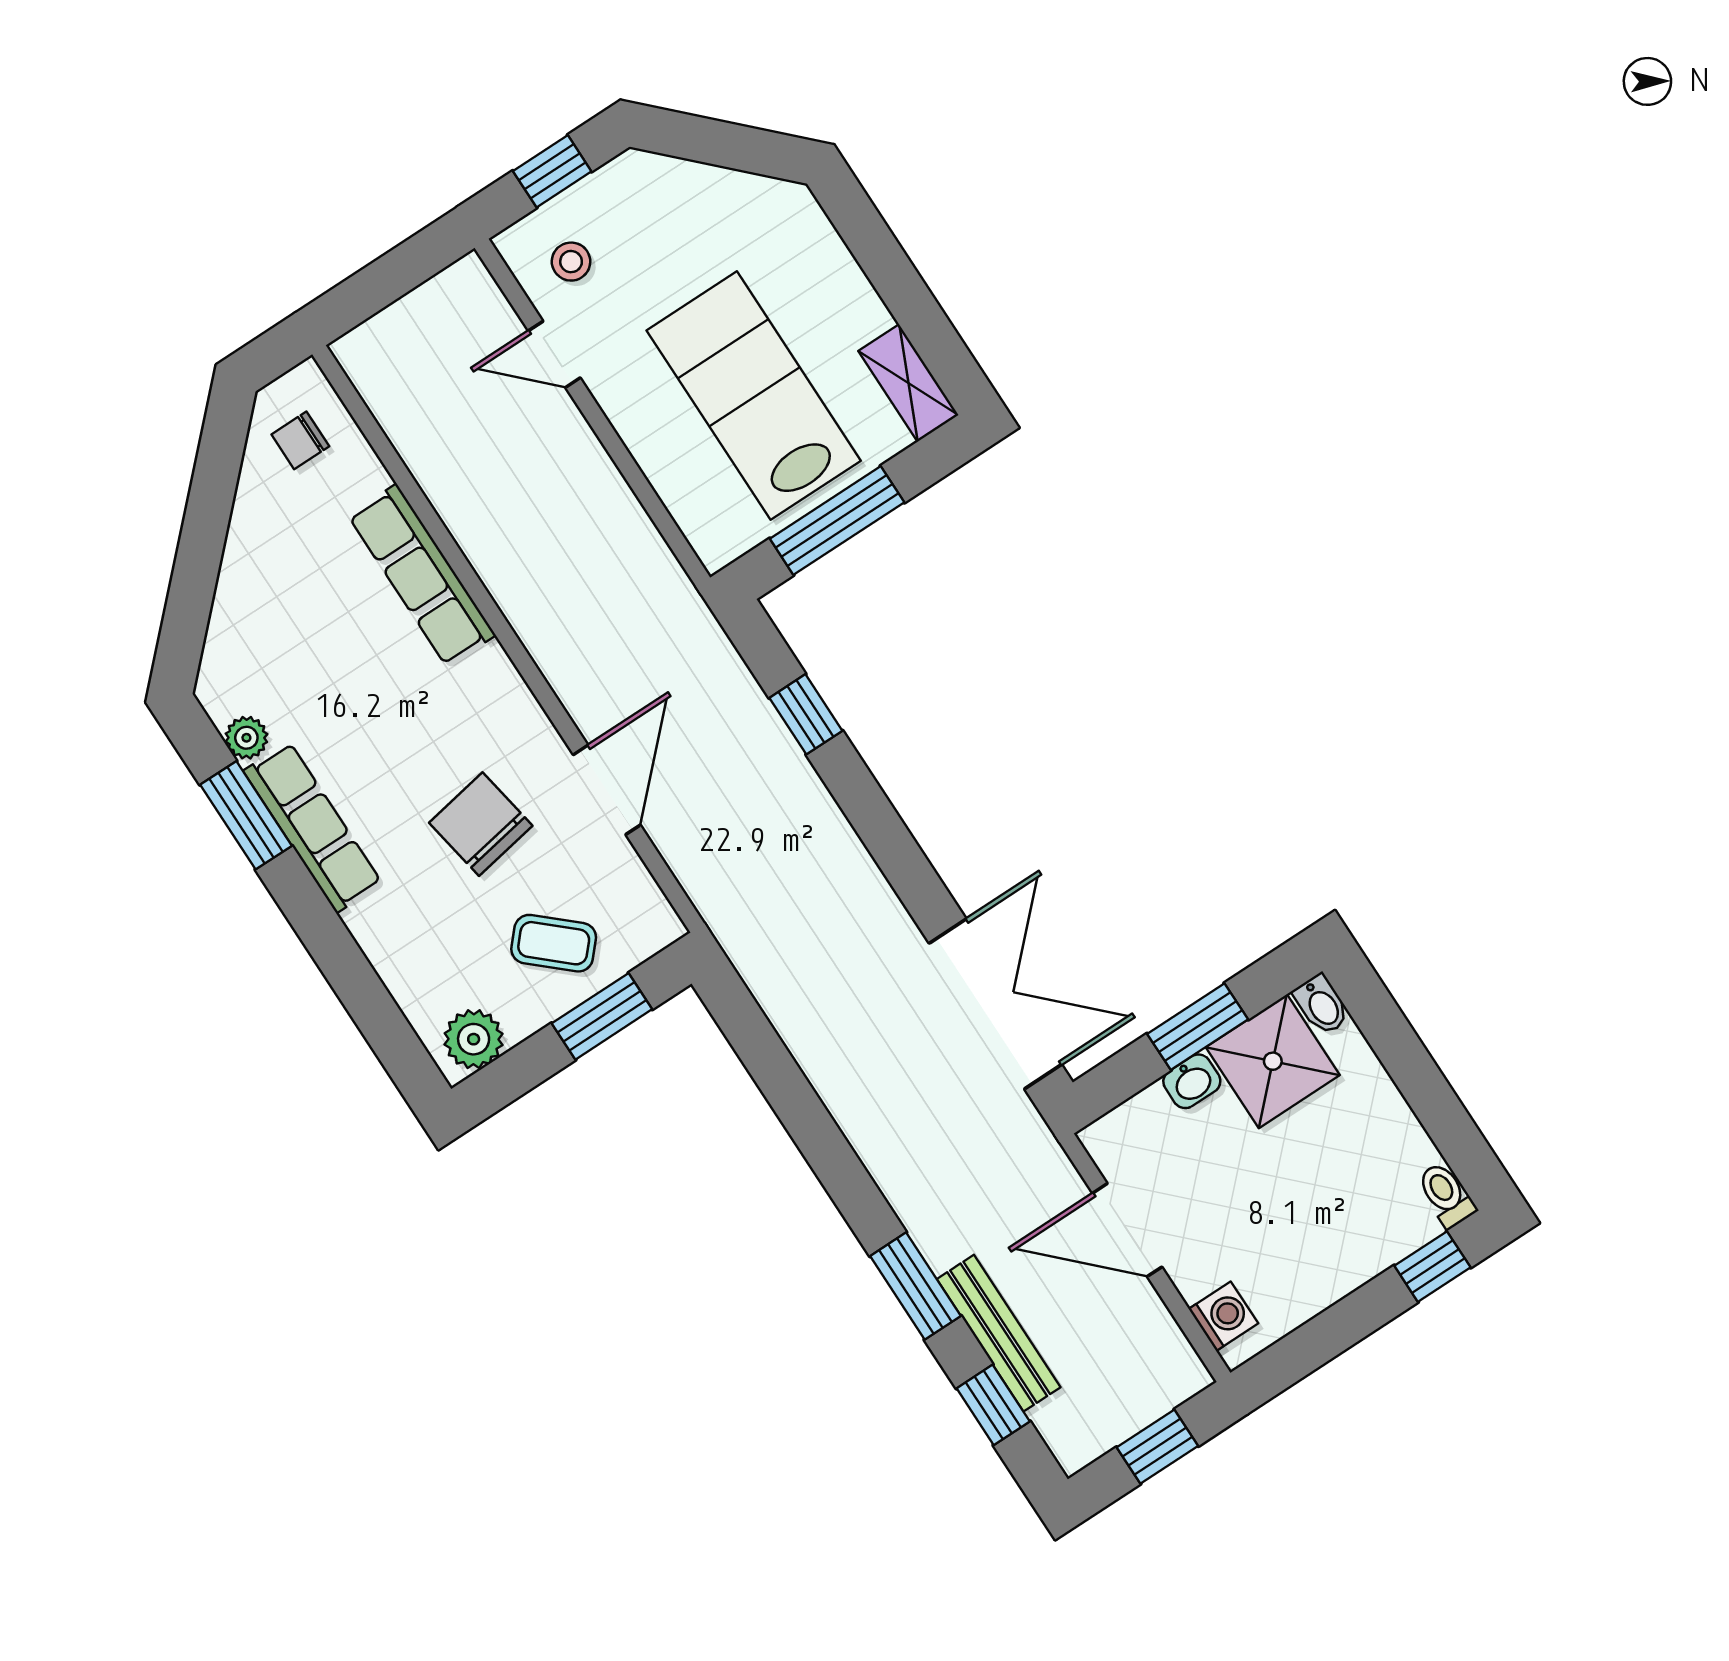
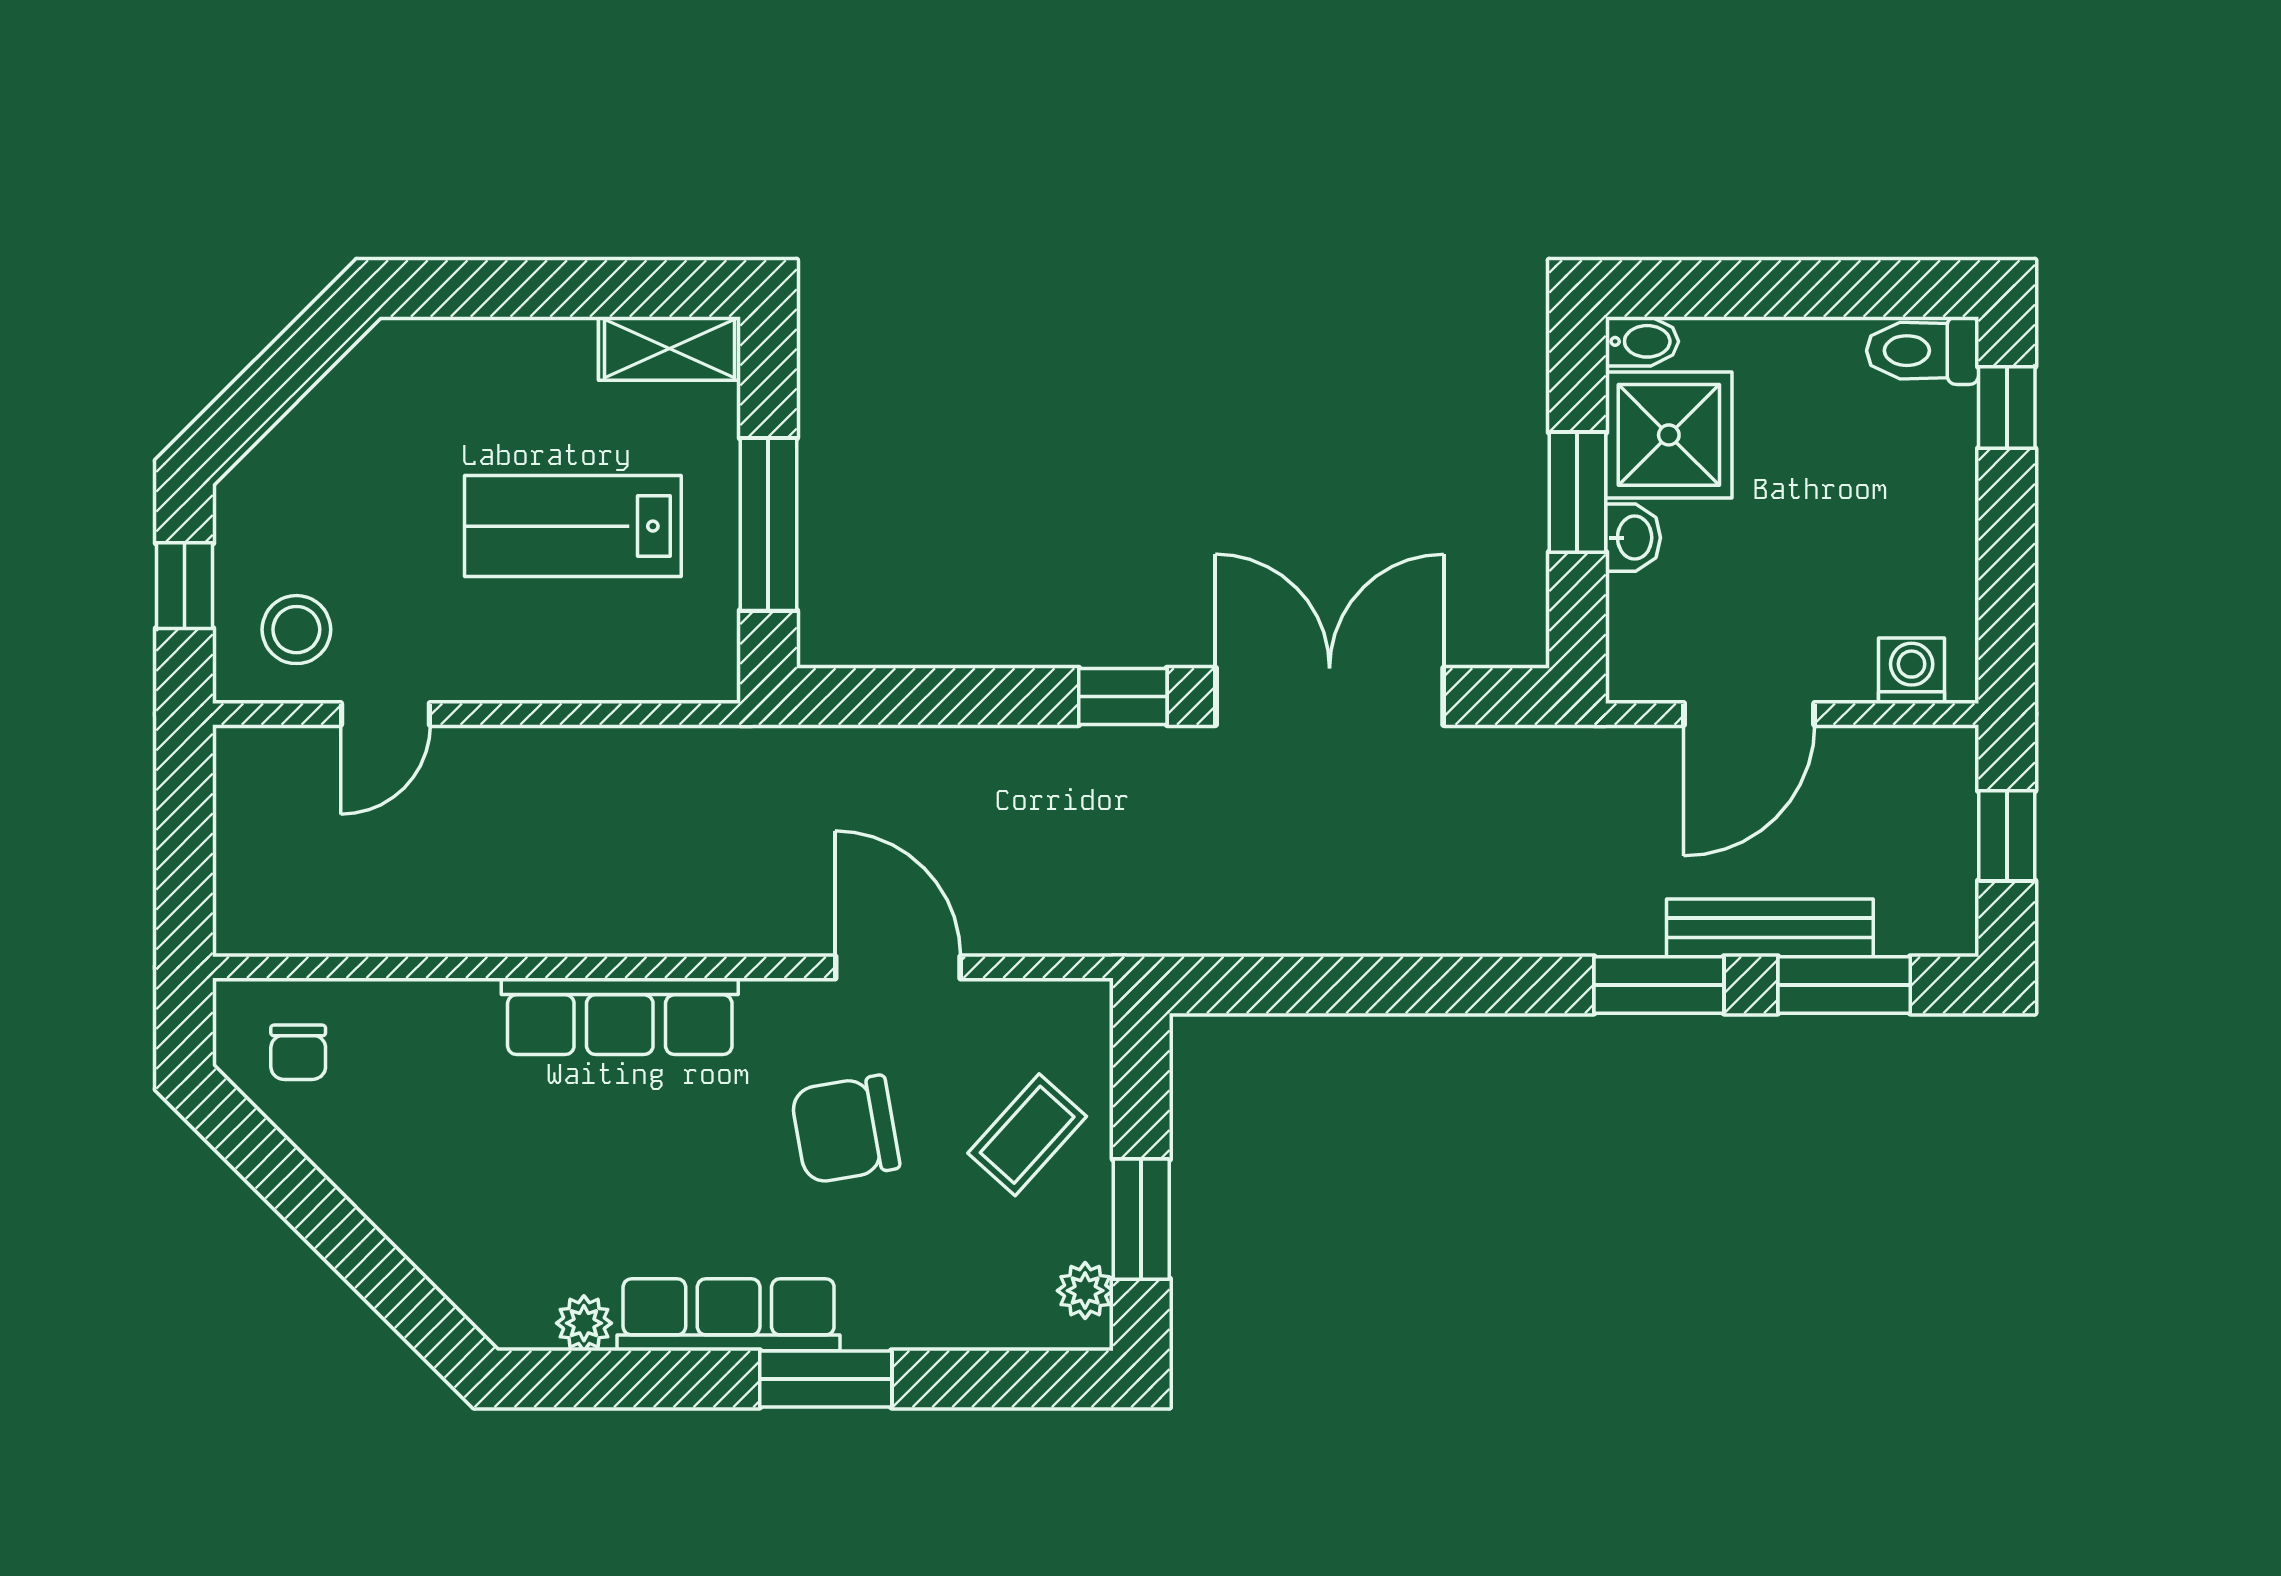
stool: (571, 262) -> (296, 630), width x1.37, depth x1.37
lab bench: (754, 396) -> (573, 526), width x0.73, depth x0.72
row of seats: (422, 575) -> (620, 1016), moved
window: (806, 714) -> (1123, 696), moved
window: (246, 815) -> (826, 1379), moved
double door: (995, 1004) -> (1330, 696), moved
window: (602, 1016) -> (1141, 1219), moved
plant: (474, 1039) -> (1085, 1291), width x0.73, depth x0.73
toilet: (1446, 1195) -> (1923, 351), width x1.37, depth x1.39
window: (993, 1405) -> (1844, 985), width x1.50

